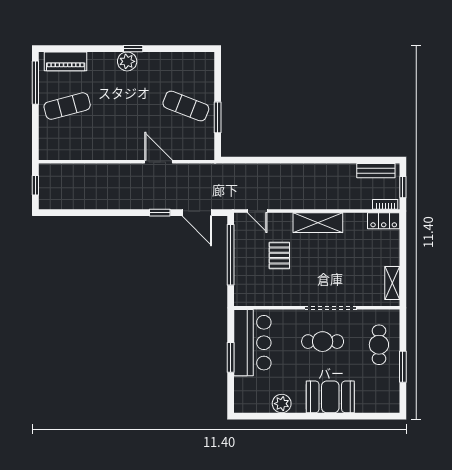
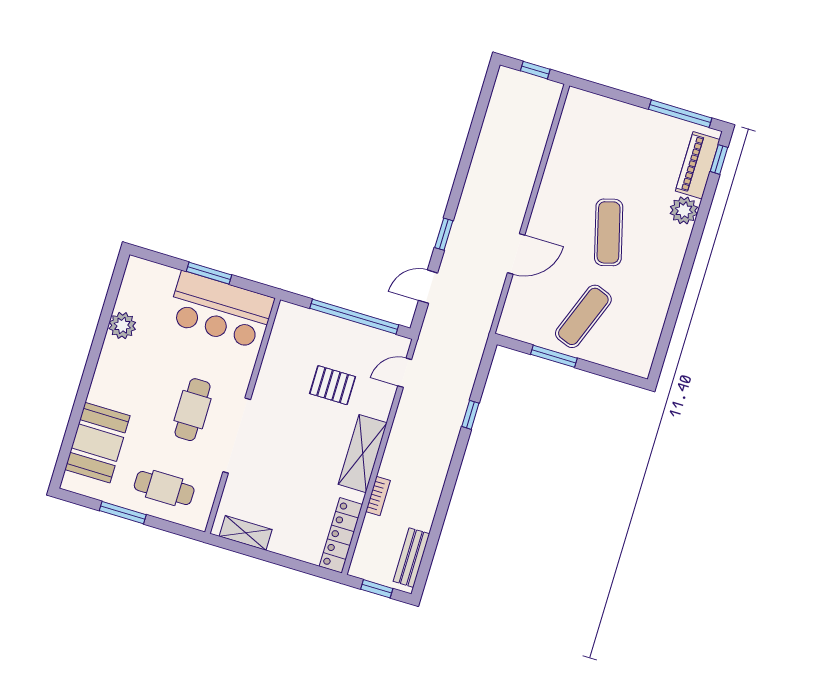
window: (133, 49) -> (719, 159), moved
plant: (127, 61) -> (684, 210), moved
exercise mat: (67, 106) -> (609, 232), moved
window: (272, 160) -> (470, 415), added
bookcase: (385, 204) -> (378, 496), moved
door: (197, 213) -> (428, 287), width x0.73
locker: (384, 221) -> (341, 535), width x1.53
booth: (330, 397) -> (97, 443), moved

